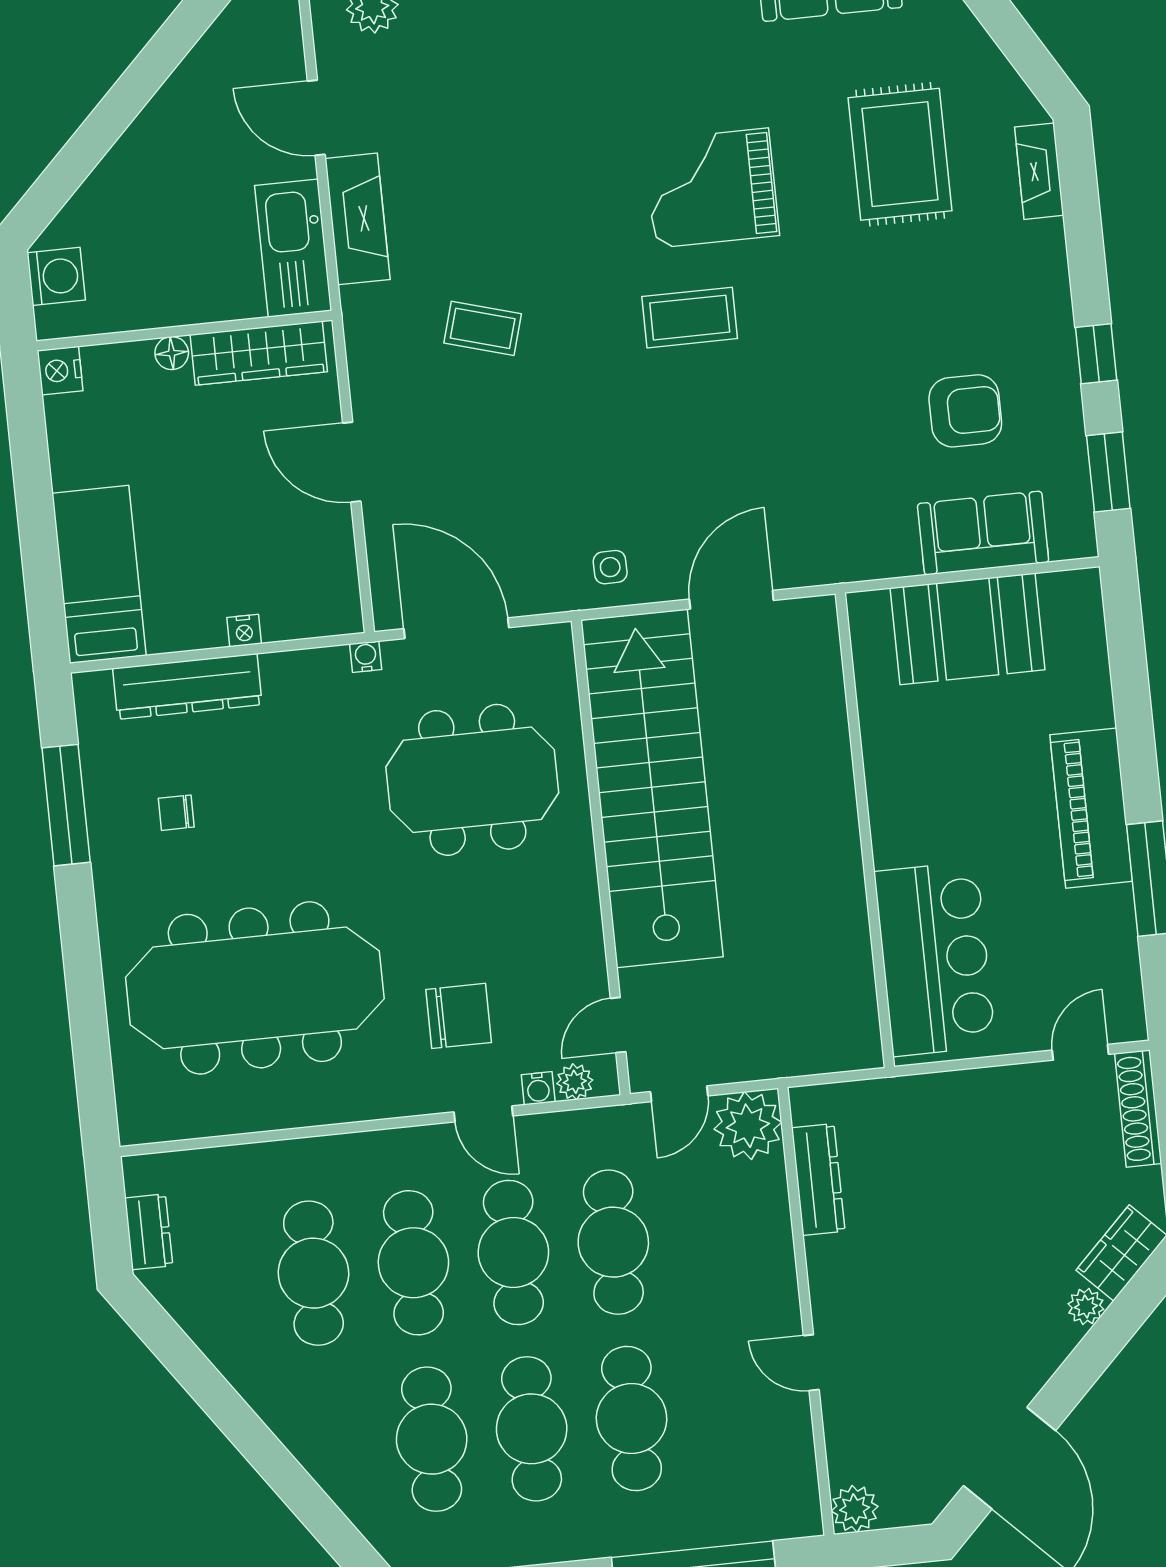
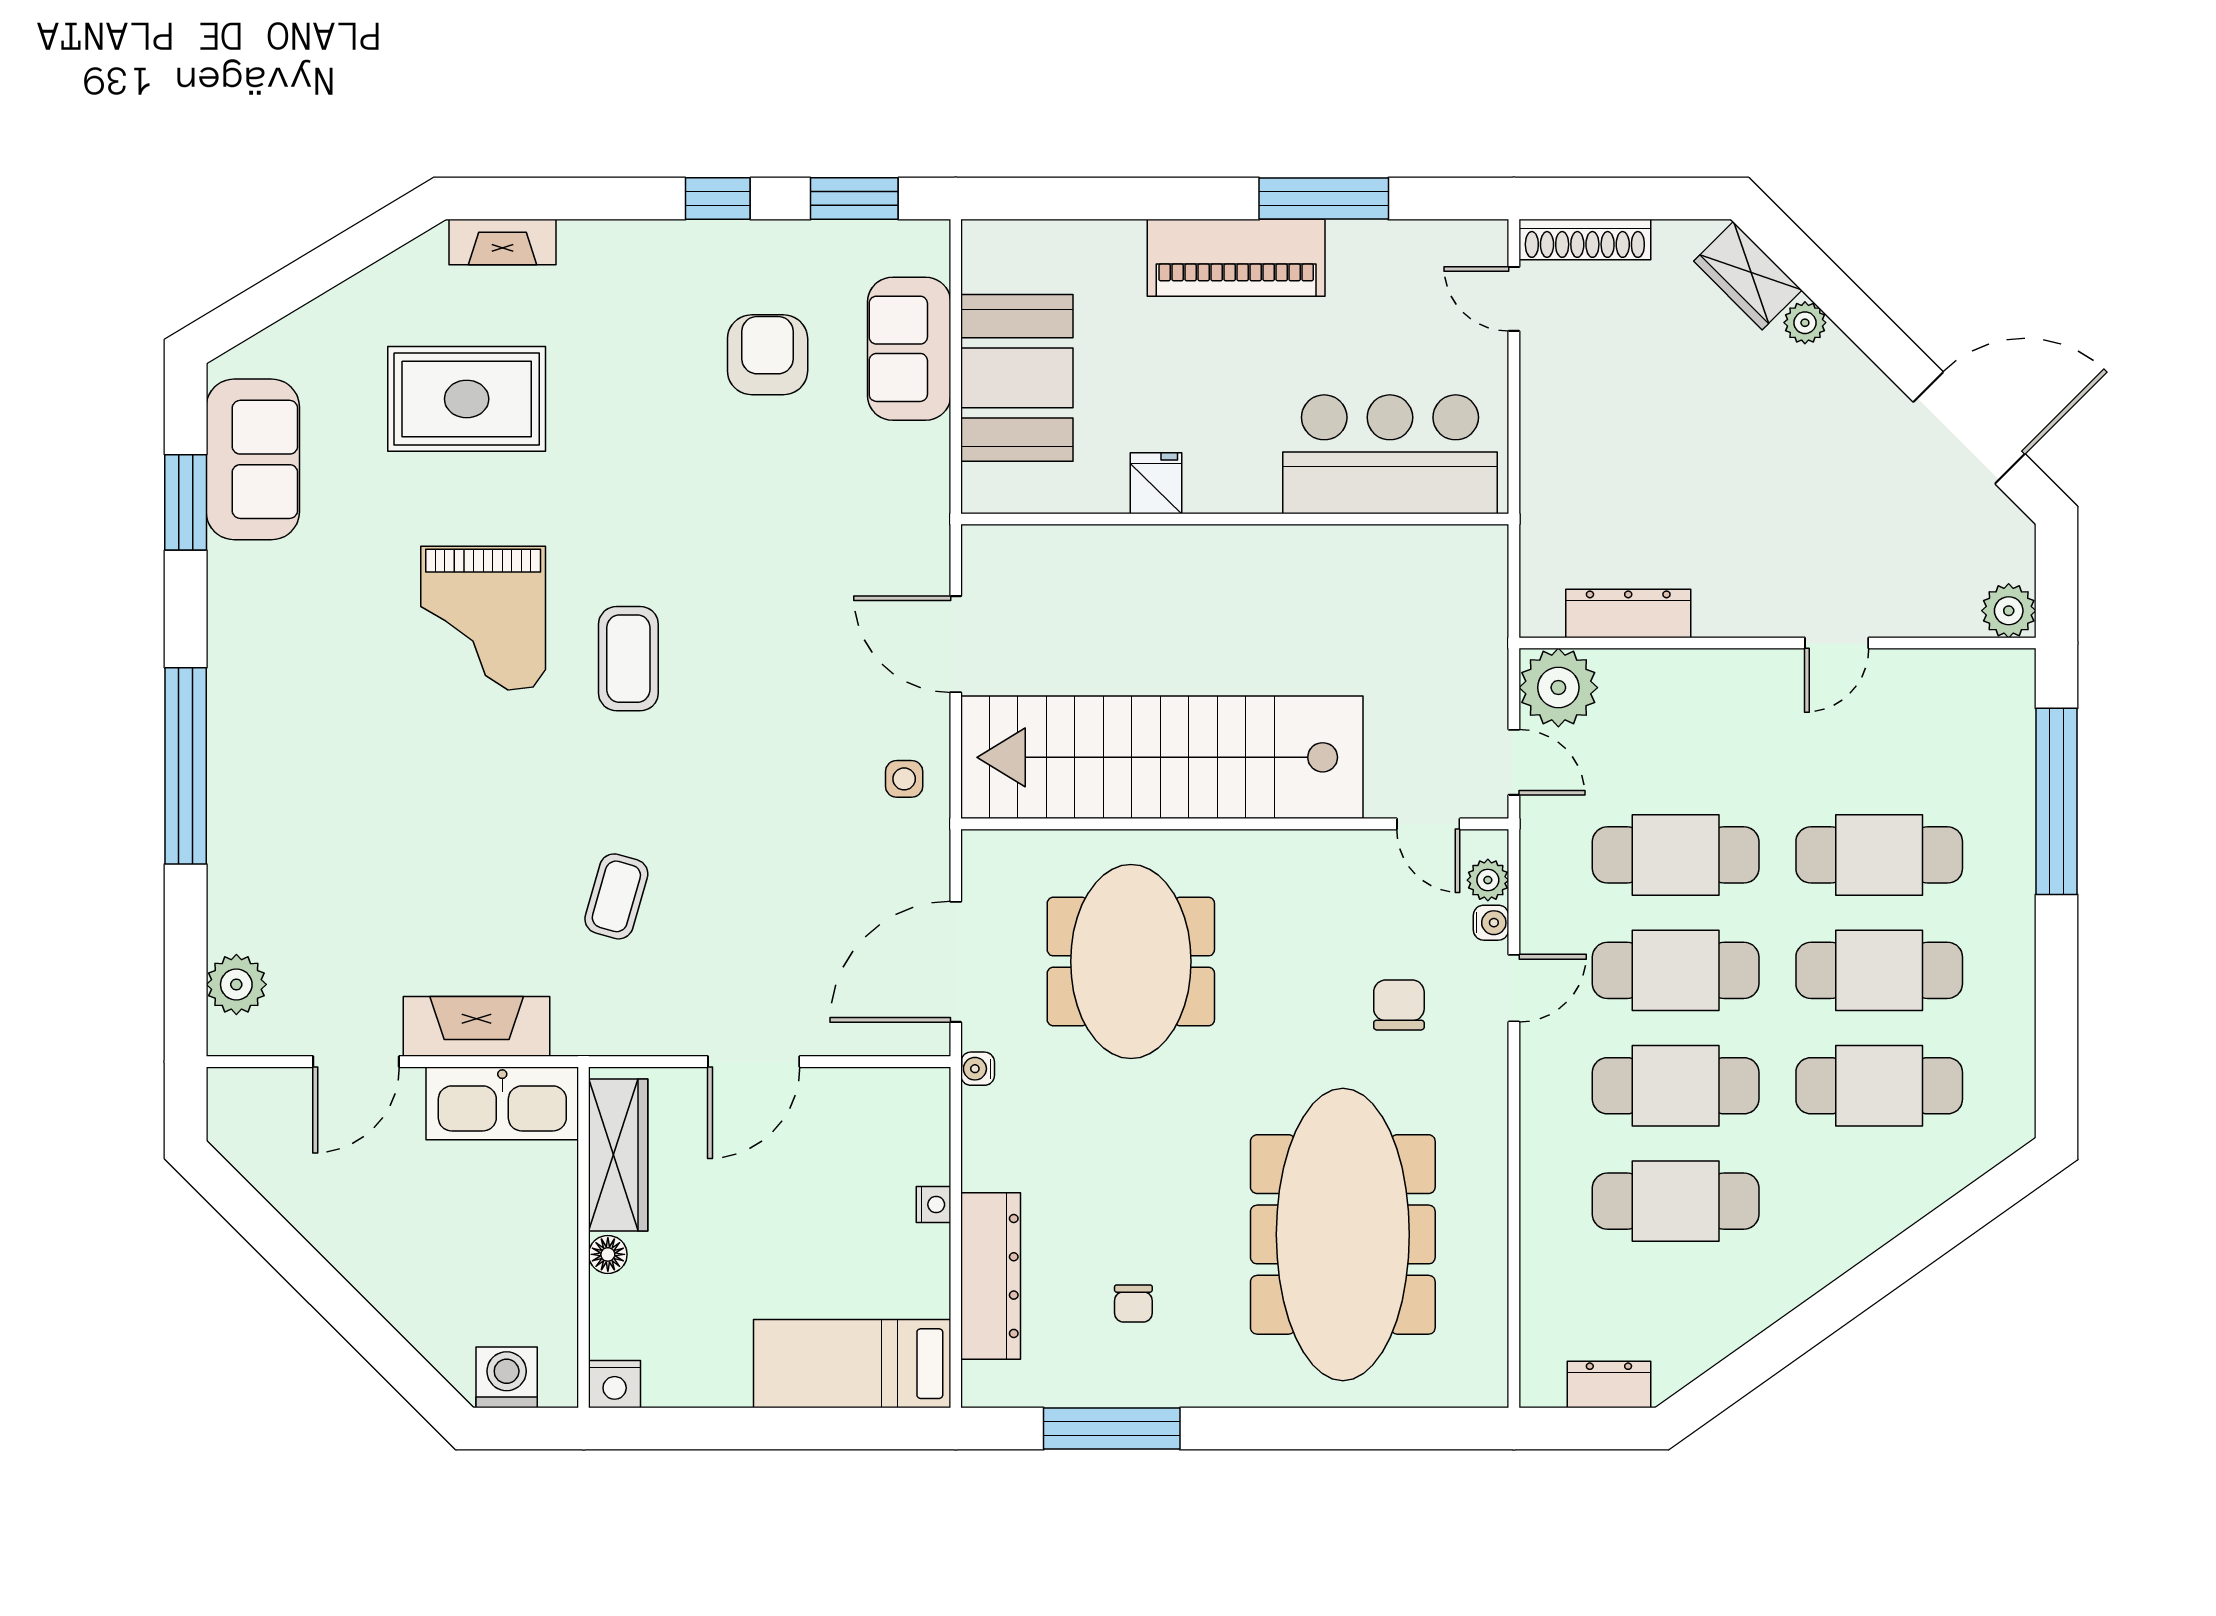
fridge: (889, 759) -> (1156, 483), added
chair: (459, 1016) -> (1399, 1005), width x0.73, depth x0.73

